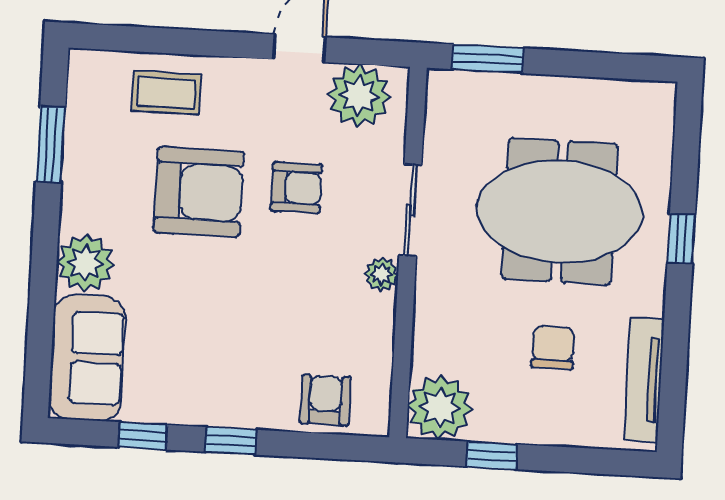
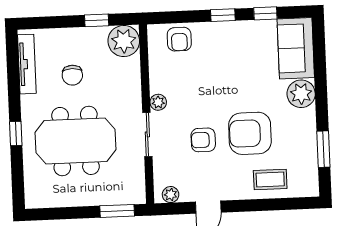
plant: (359, 96) -> (171, 195), width x0.53, depth x0.53

